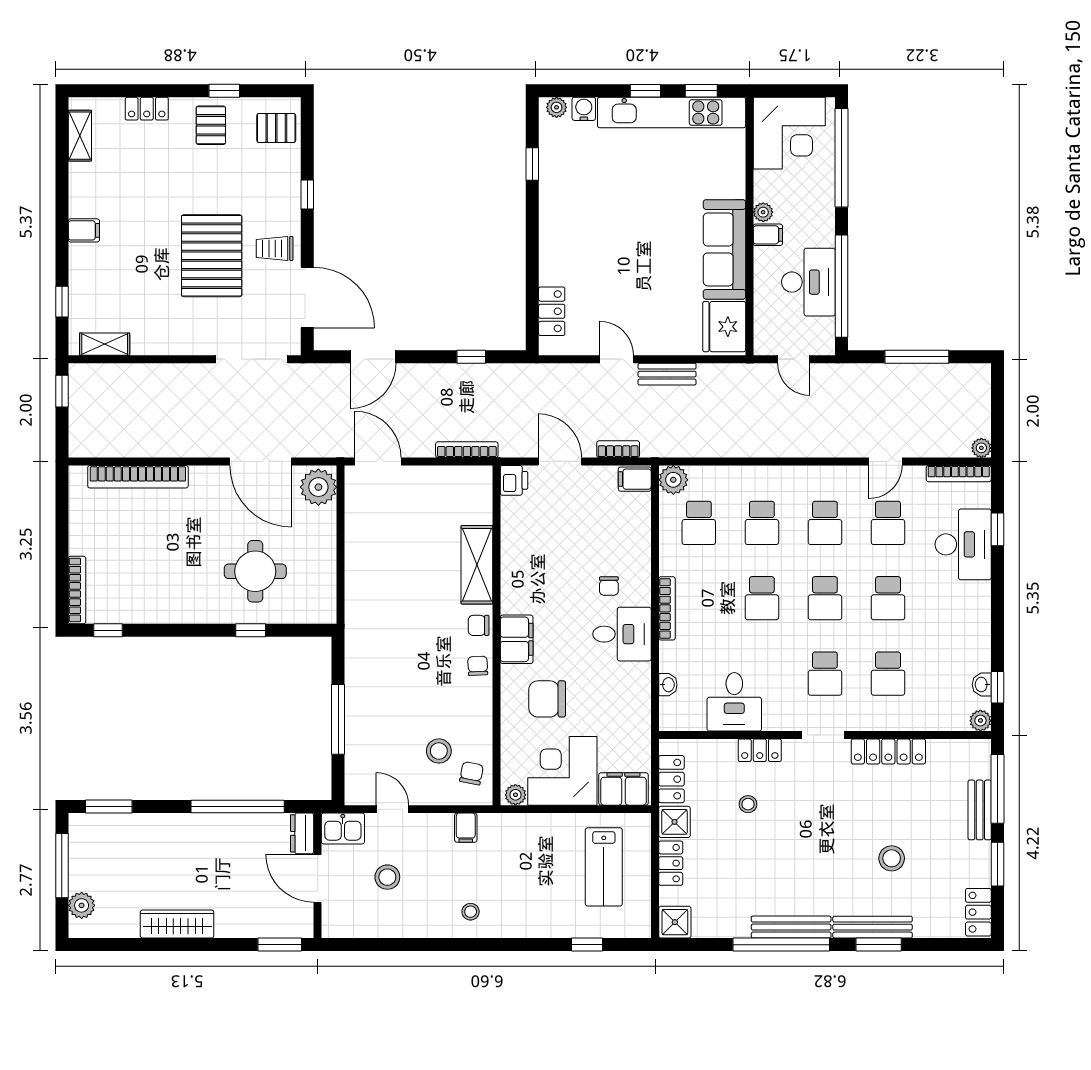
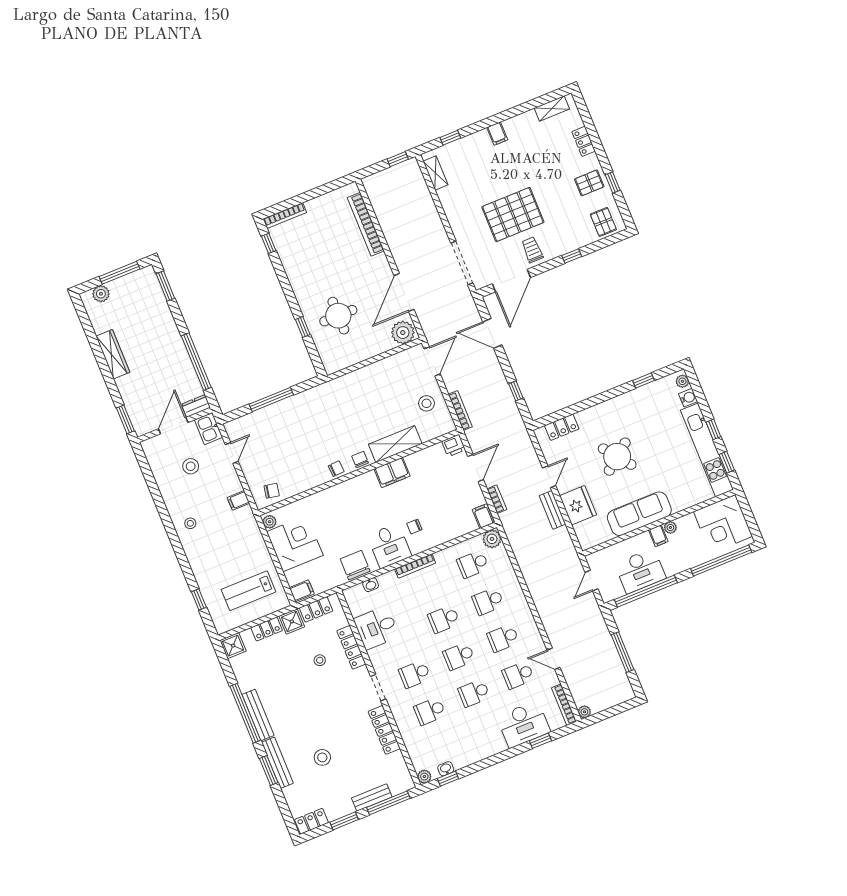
round table: (628, 248) -> (617, 457), added
fridge: (724, 327) -> (578, 505), moved, turned 90
filing cabinet: (517, 639) -> (392, 472), moved
chair: (547, 699) -> (355, 565), moved
locker: (760, 750) -> (351, 647), width x1.53
stool: (439, 751) -> (426, 403), moved
filing cabinet: (624, 789) -> (302, 591), width x0.50

